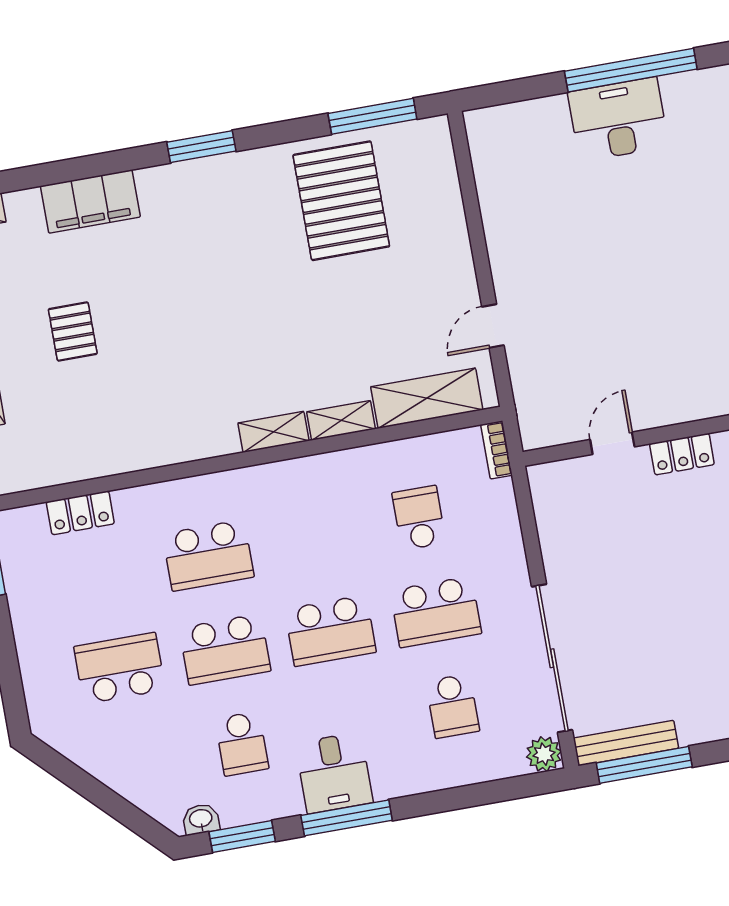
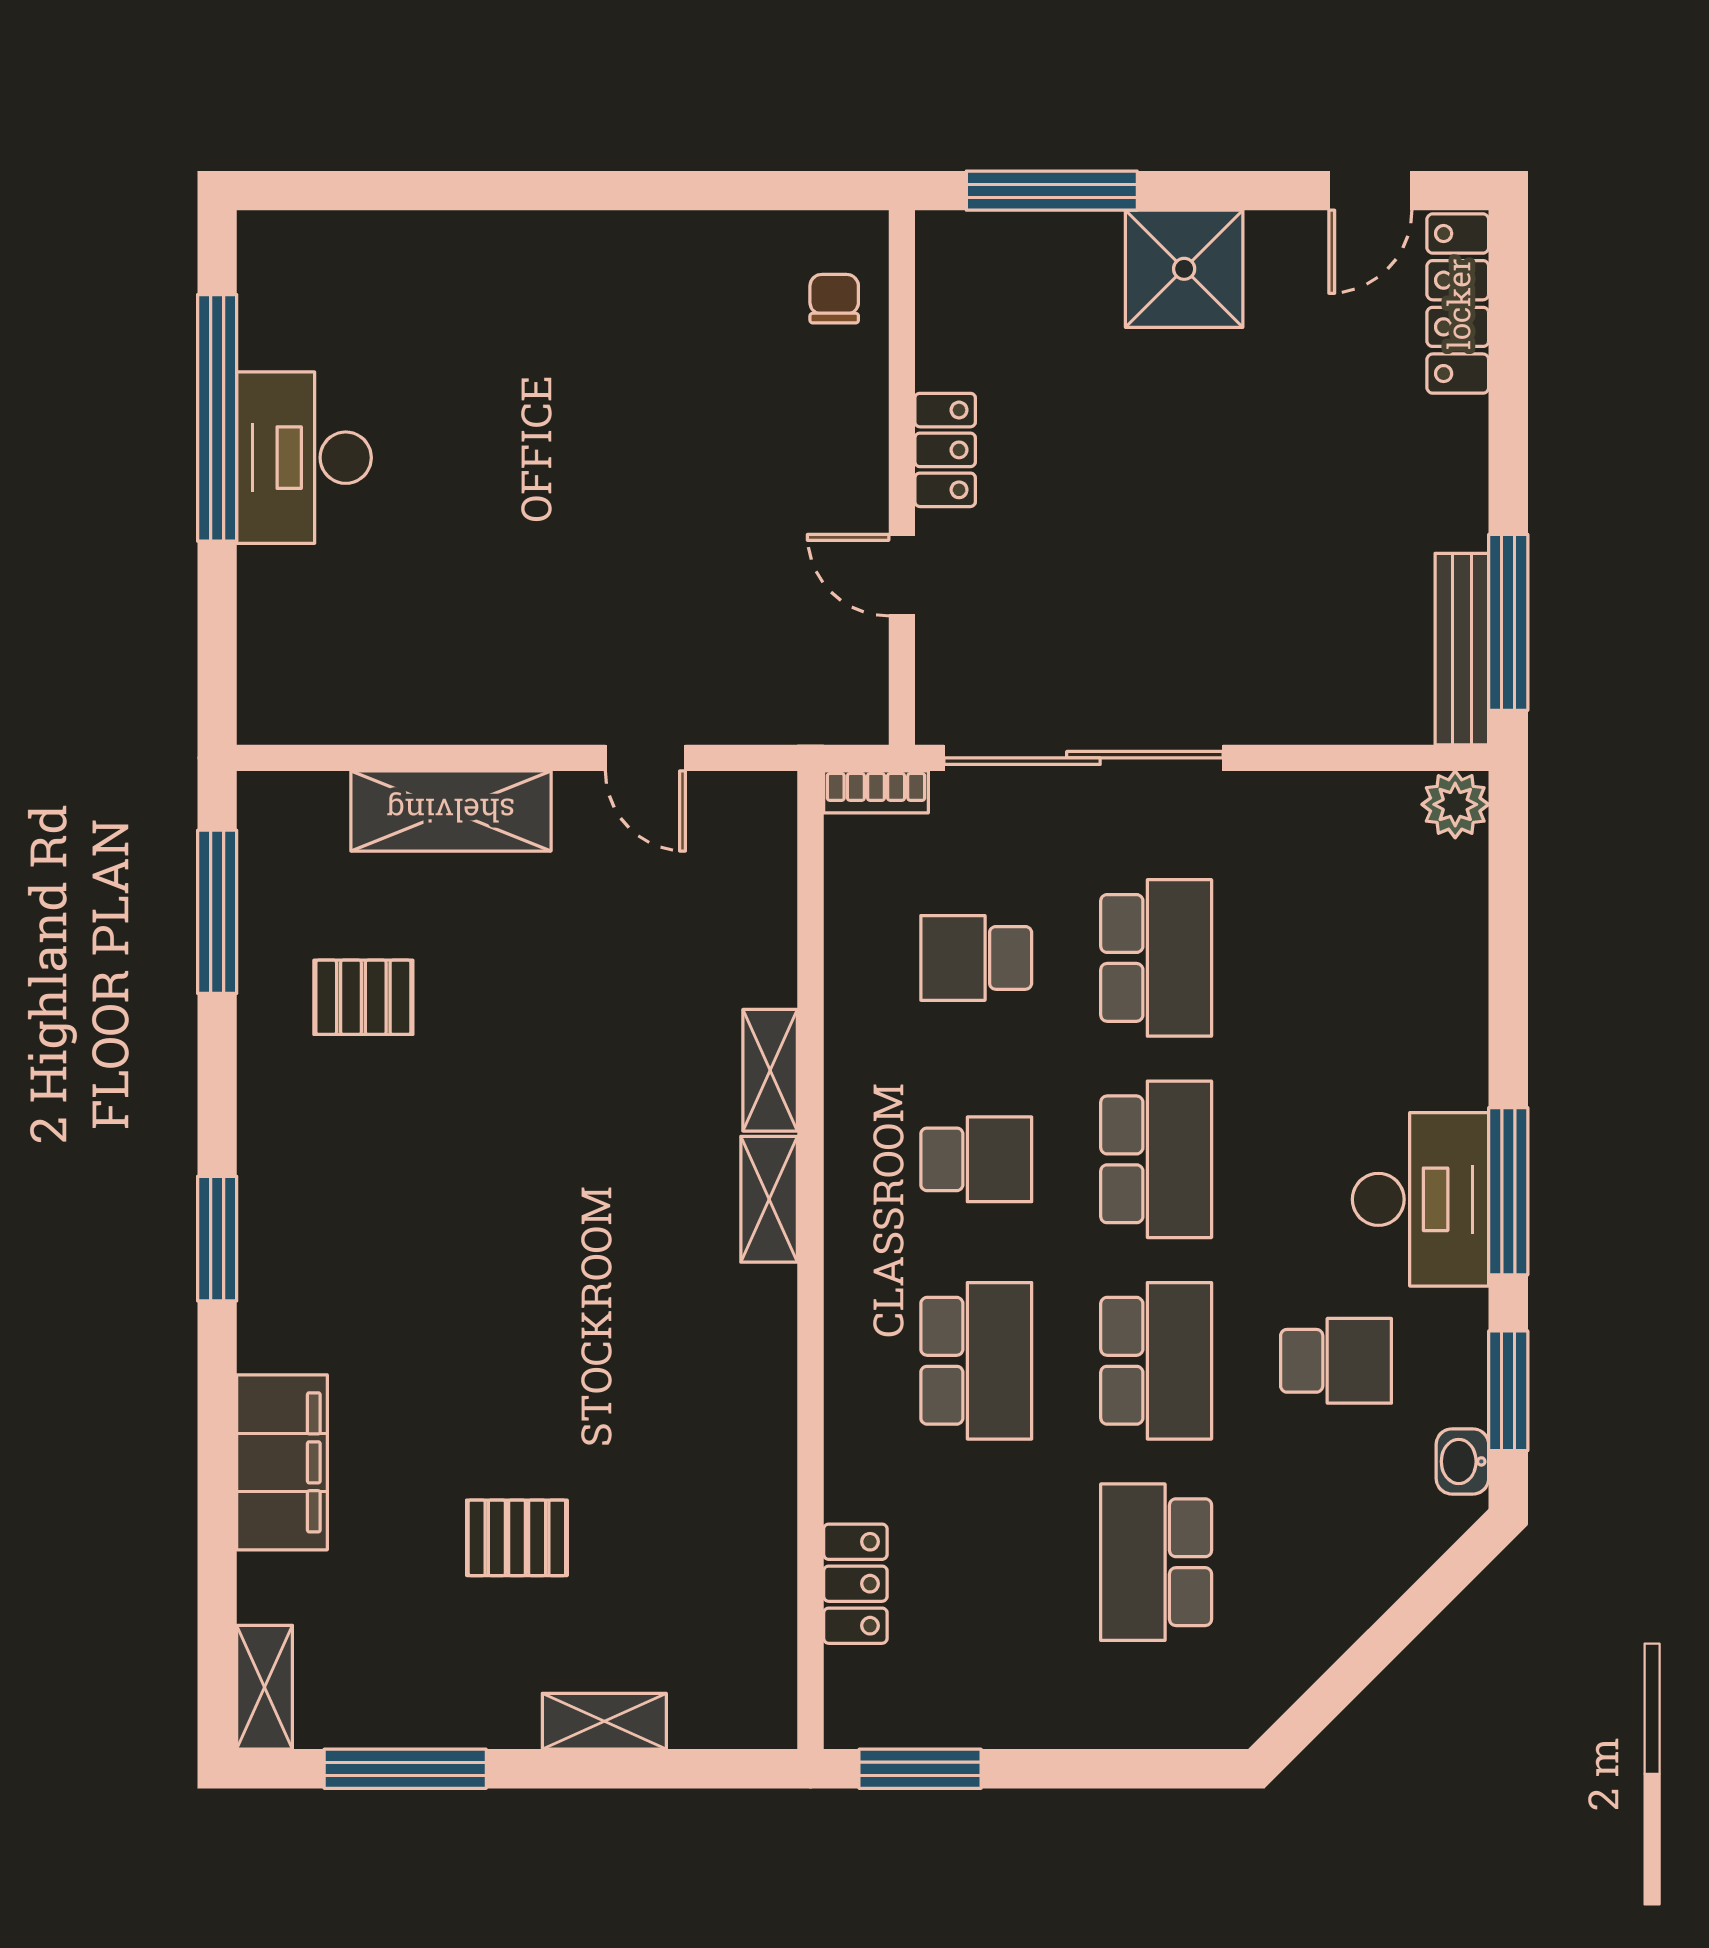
pallet: (341, 201) -> (363, 997), width x0.49, depth x0.50
shelving: (427, 398) -> (451, 811), moved, turned 90
sliding door: (552, 658) -> (1083, 758), moved
school desk: (453, 706) -> (976, 1159), moved
desk: (334, 773) -> (1421, 1199), width x1.37

